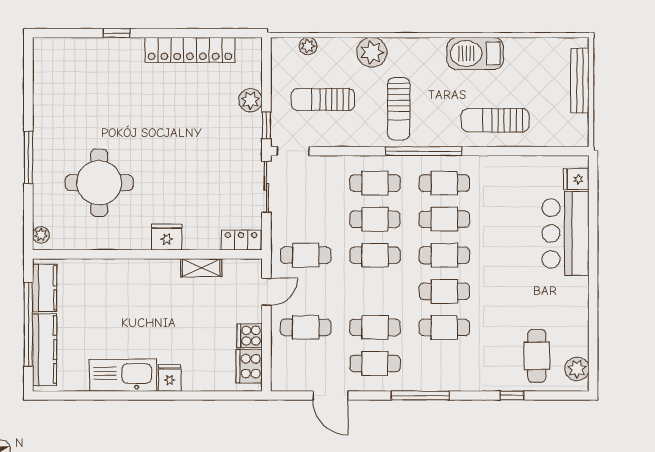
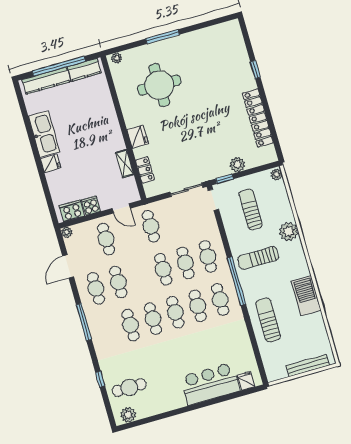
plant: (308, 46) -> (277, 175), moved
locker: (241, 240) -> (145, 170), moved
plant: (279, 383) -> (67, 232), added

